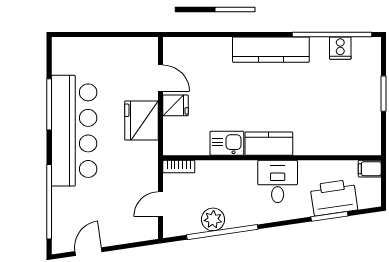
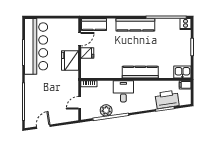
cooker: (340, 48) -> (185, 24), moved
kitchen counter: (189, 49) -> (94, 25), added
door: (161, 78) -> (80, 39), hinge flipped
bar counter: (74, 131) -> (36, 46), moved
kitchen sink: (227, 143) -> (182, 72), moved
kitchen counter: (269, 144) -> (140, 72), width x1.50
desk: (278, 181) -> (123, 91), moved

